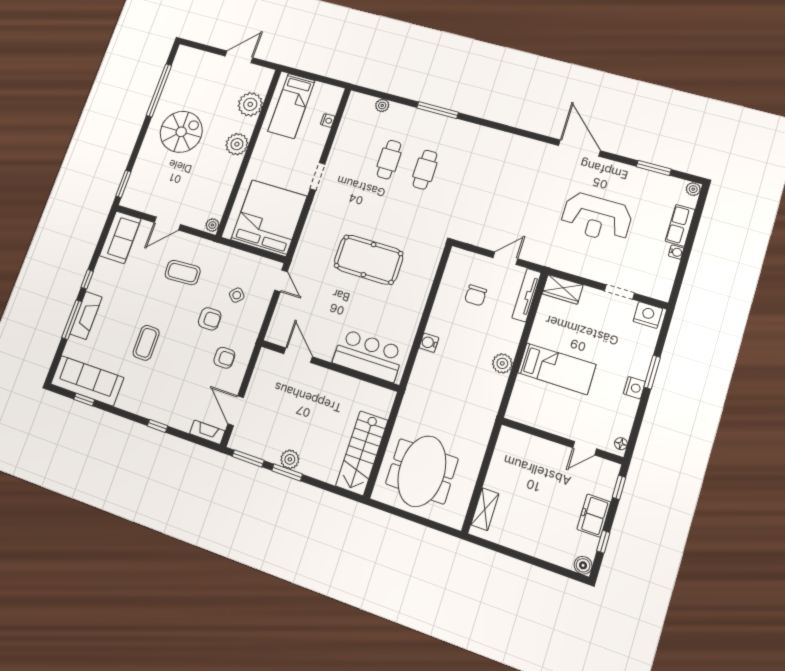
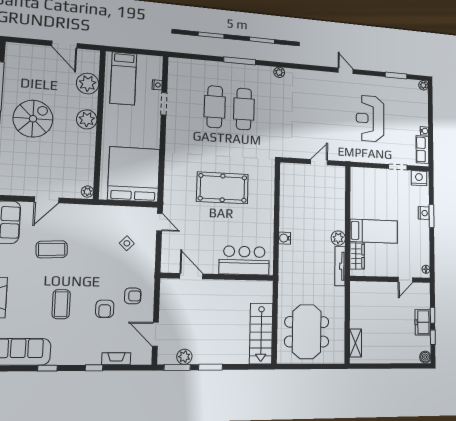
door: (239, 57) -> (64, 45), swing flipped
plant: (382, 105) -> (279, 72), moved
door: (579, 148) -> (346, 71), width x0.53
cafe table: (389, 160) -> (215, 107), width x1.37, depth x1.35
cafe table: (425, 170) -> (244, 109), width x1.37, depth x1.35
doorway: (318, 176) -> (164, 104), moved
reception desk: (597, 218) -> (370, 119), turned 90
row of seats: (680, 225) -> (422, 150), moved
coffee table: (183, 273) -> (52, 249), moved
wardrobe: (563, 289) -> (357, 256), moved, turned -90
chair: (476, 295) -> (307, 194), removed
tv unit: (526, 295) -> (340, 266), moved
armchair: (210, 319) -> (105, 309), moved, turned 90
nightstand: (634, 388) -> (424, 213), moved
window: (84, 400) -> (47, 368), moved
fireplace: (207, 432) -> (116, 359), moved
plant: (290, 459) -> (184, 357), moved
window: (619, 487) -> (433, 315), moved

